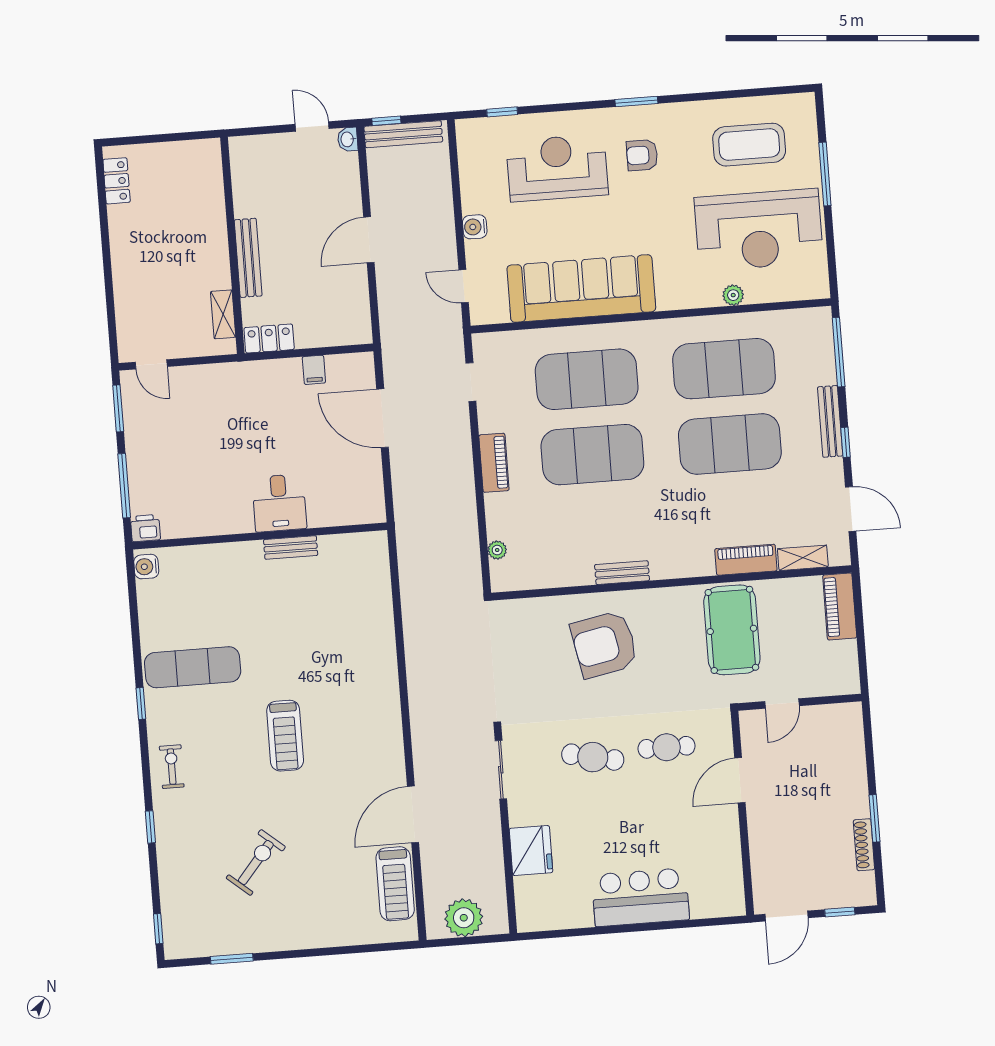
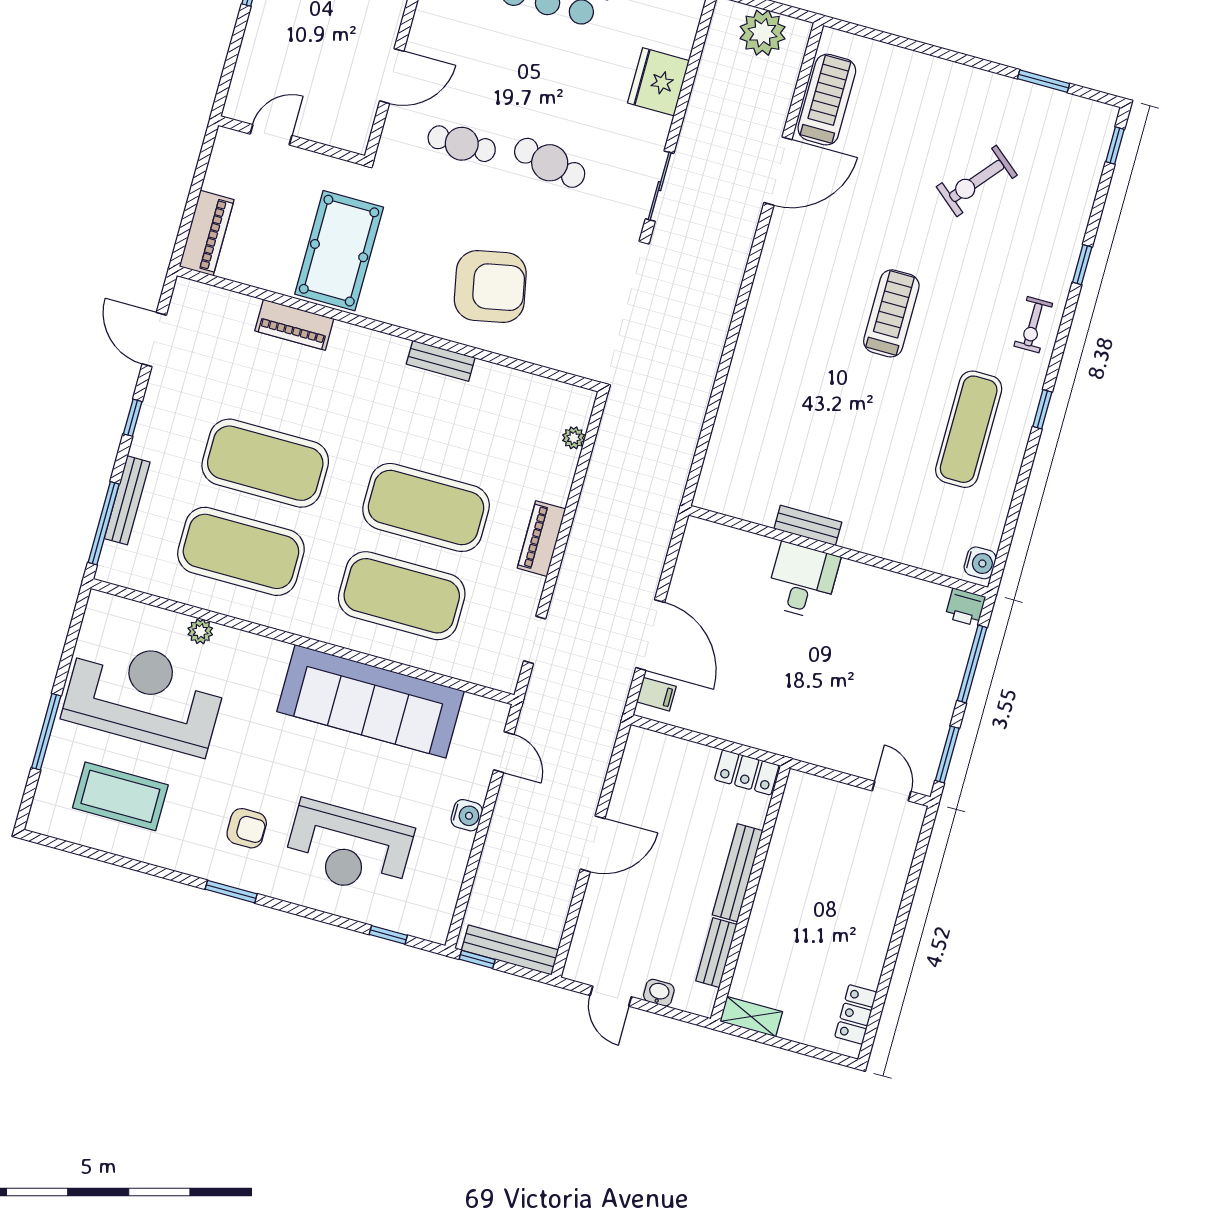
window: (386, 121) -> (477, 959), moved
washbasin: (348, 139) -> (659, 993), moved, turned -90
bench: (242, 190) -> (716, 953), added
shelving: (223, 314) -> (751, 1017), moved, turned 90
filing cabinet: (314, 370) -> (656, 694), moved, turned 90
bench: (830, 421) -> (127, 500), moved
shelving: (803, 558) -> (229, 304), removed
exercise mat: (193, 667) -> (969, 429), turned 90
door: (782, 704) -> (271, 135), moved

